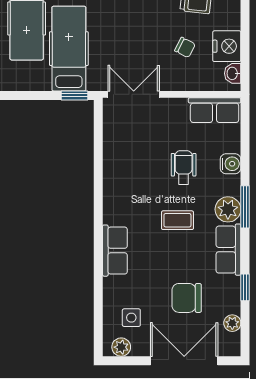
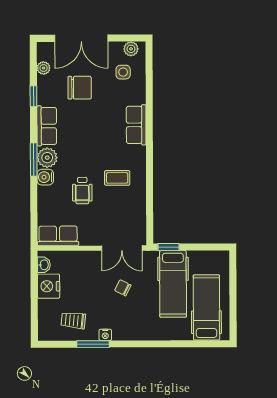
chair: (185, 47) -> (123, 288), moved
water cooler: (231, 164) -> (45, 177), moved
coffee table: (177, 220) -> (117, 178), moved

